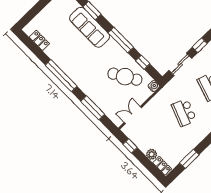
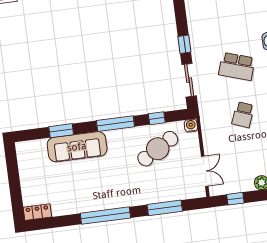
locker: (39, 40) -> (37, 212), moved
school desk: (184, 112) -> (243, 115), width x0.54
double door: (133, 115) -> (205, 171), swing flipped

